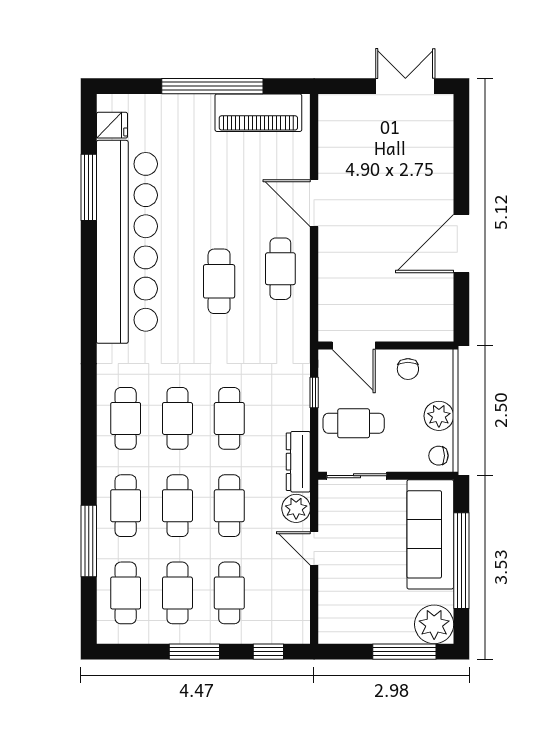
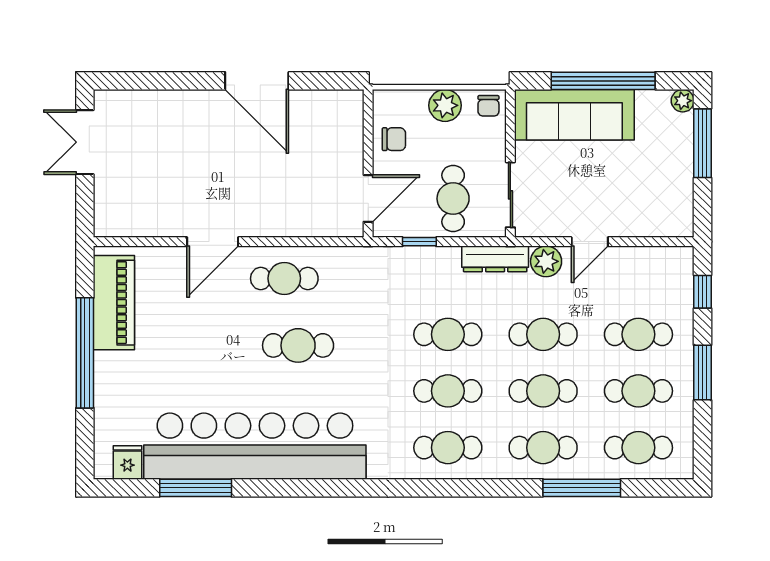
plant: (434, 624) -> (683, 101), width x0.53, depth x0.53

